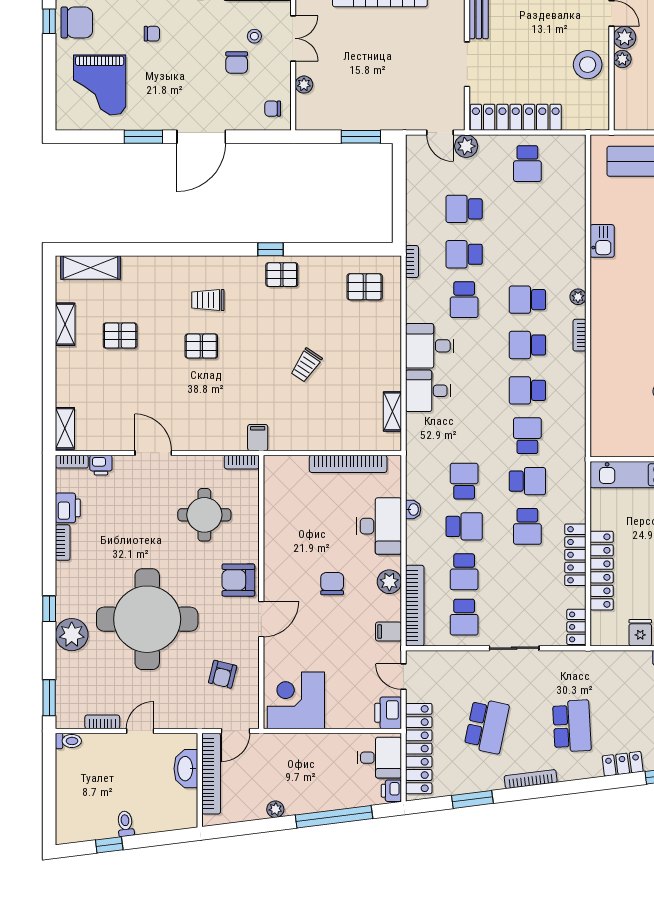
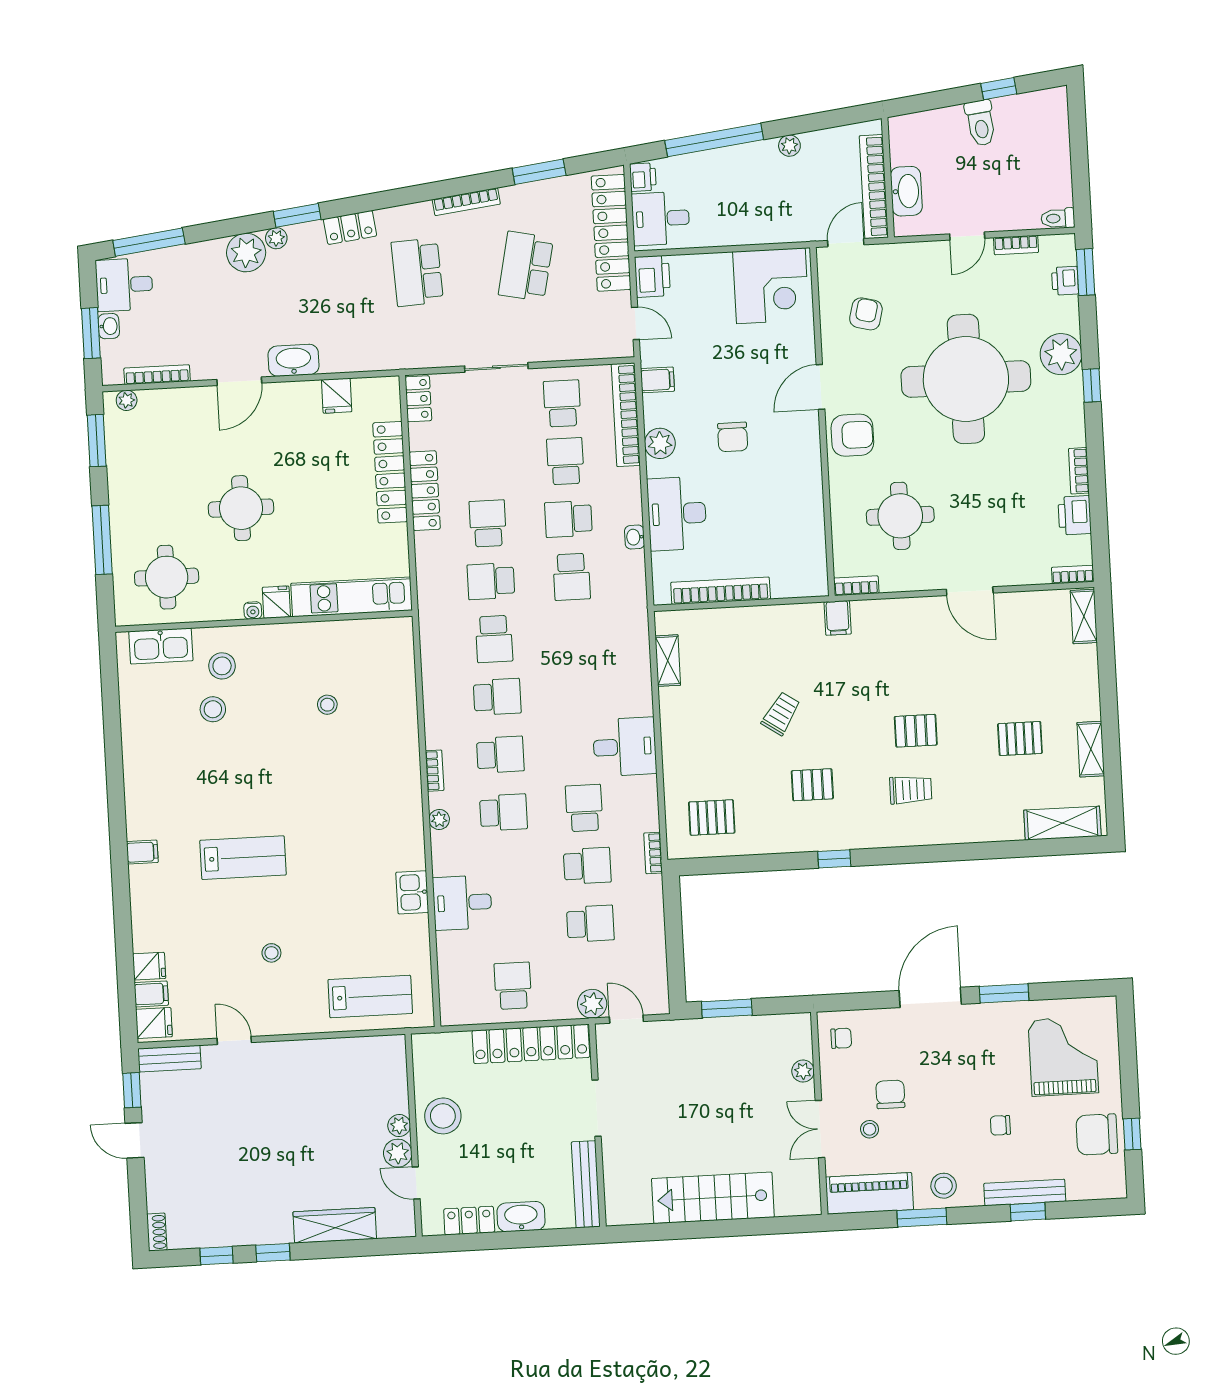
pallet: (282, 275) -> (812, 785), moved
desk: (428, 391) -> (462, 903), moved, turned 180
printer: (101, 465) -> (1065, 281), moved, turned -90
toilet: (125, 824) -> (981, 123), width x1.37, depth x1.39

